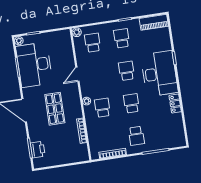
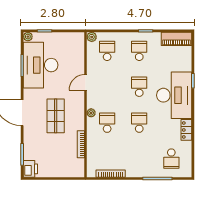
school desk: (136, 136) -> (171, 159), moved
printer: (38, 150) -> (30, 169), moved

